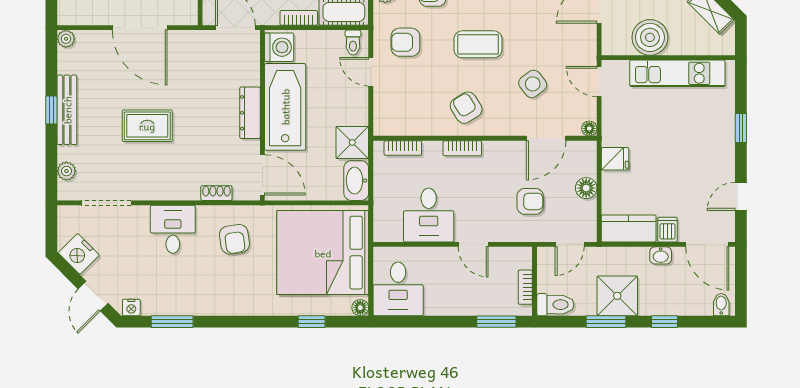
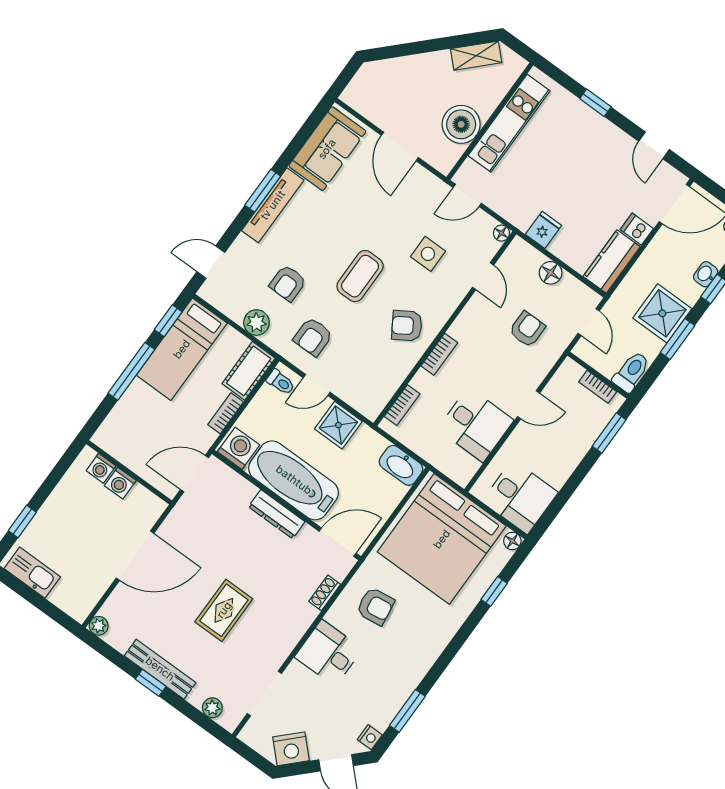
side table: (533, 84) -> (428, 254), turned 37
door: (546, 138) -> (483, 276), width x0.73
shower: (352, 142) -> (338, 425), moved
washbasin: (661, 255) -> (706, 274), moved, turned 180

